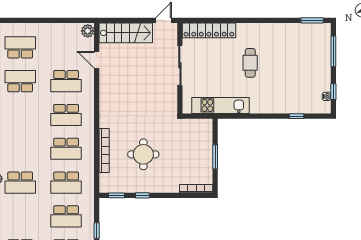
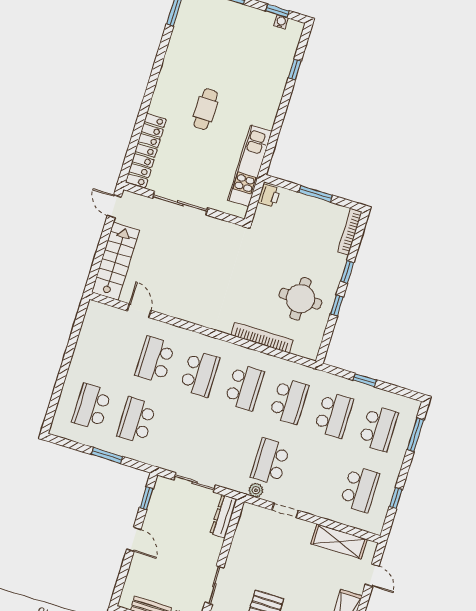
plant: (88, 31) -> (97, 311), removed
door: (97, 60) -> (139, 311), swing flipped
cafe table: (250, 63) -> (206, 109), turned 90
school desk: (66, 81) -> (155, 360), turned 180
printer: (204, 125) -> (269, 196), added
round table: (143, 154) -> (300, 299), moved
school desk: (20, 183) -> (270, 462), turned 180
window: (117, 195) -> (347, 272), moved

